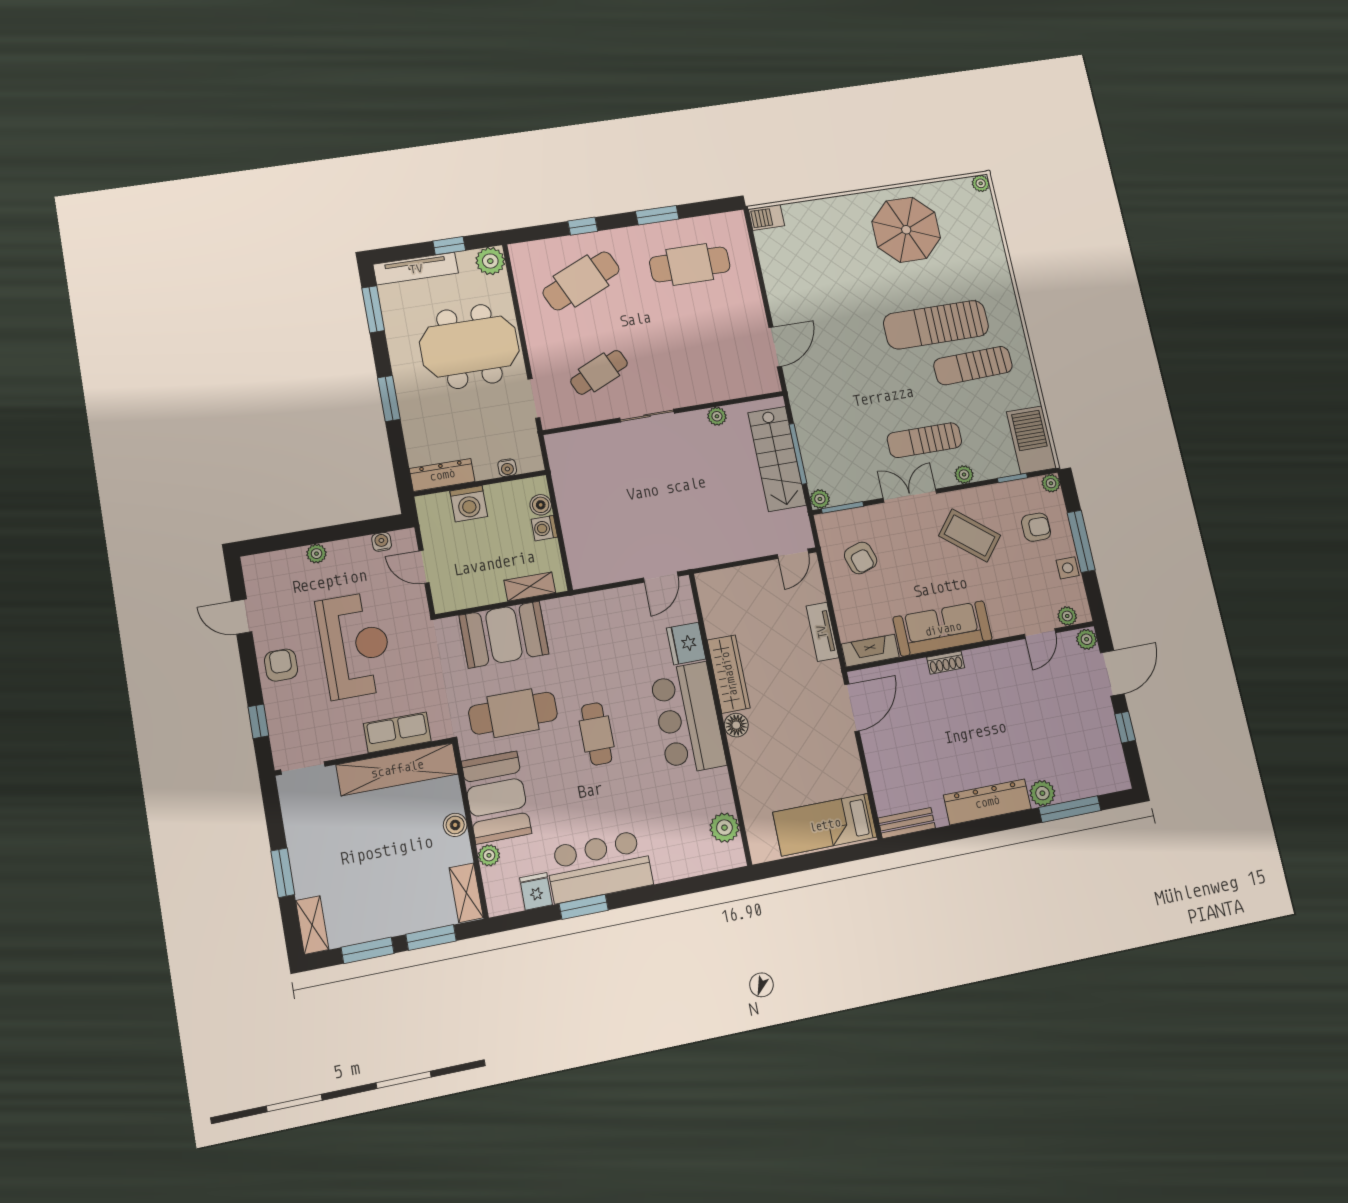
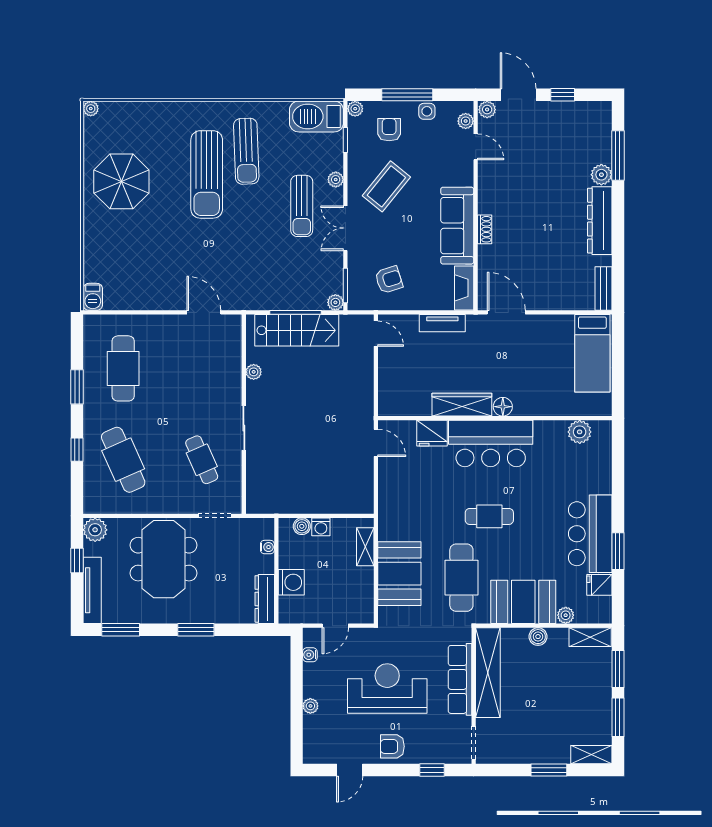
row of seats: (397, 732) -> (460, 679), width x1.48

